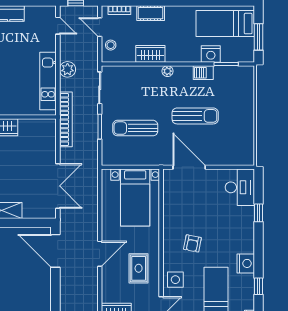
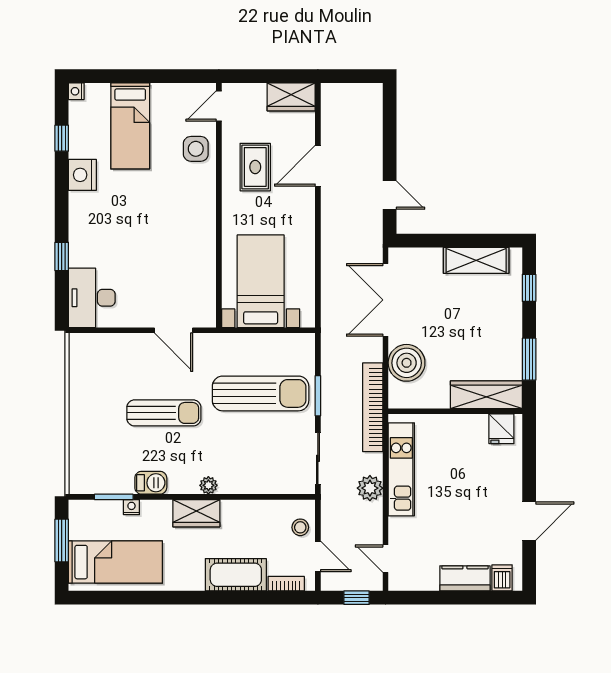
cot: (151, 13) -> (236, 575), width x1.37, depth x1.34
wardrobe: (150, 54) -> (196, 513), moved
nightstand: (211, 54) -> (131, 507), width x0.53, depth x0.56
sun lounger: (195, 116) -> (164, 413), turned 180
sun lounger: (135, 128) -> (261, 393), width x1.36, depth x1.34
boiler: (45, 147) -> (407, 363), added
door: (189, 167) -> (173, 330), width x0.73
armchair: (192, 243) -> (168, 207), removed
door: (55, 251) -> (390, 195), width x0.53
door: (100, 254) -> (318, 166), moved

